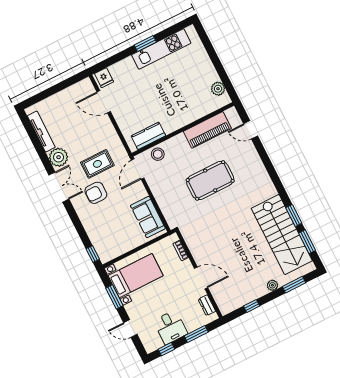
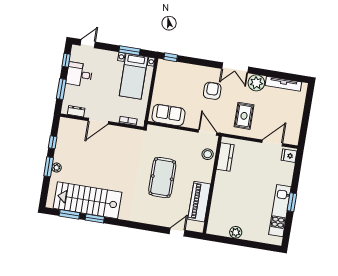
plant: (218, 89) -> (236, 232), moved
rug: (97, 164) -> (244, 116), moved
window: (294, 285) -> (49, 167), moved
door: (130, 328) -> (88, 44), moved

